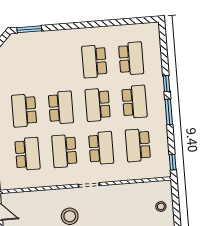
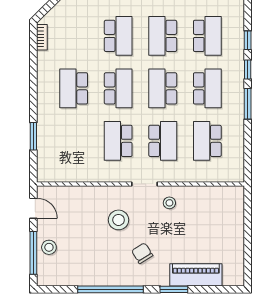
school desk: (28, 154) -> (118, 36), moved
window: (173, 162) -> (248, 40), moved
stool: (161, 206) -> (169, 203), moved

